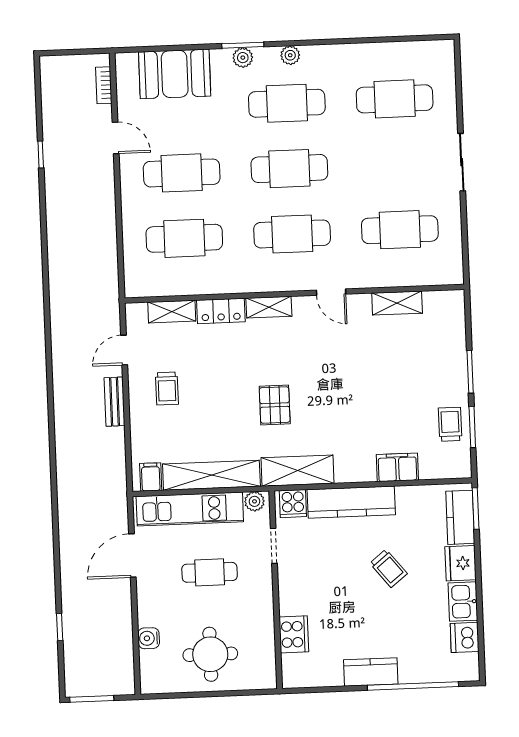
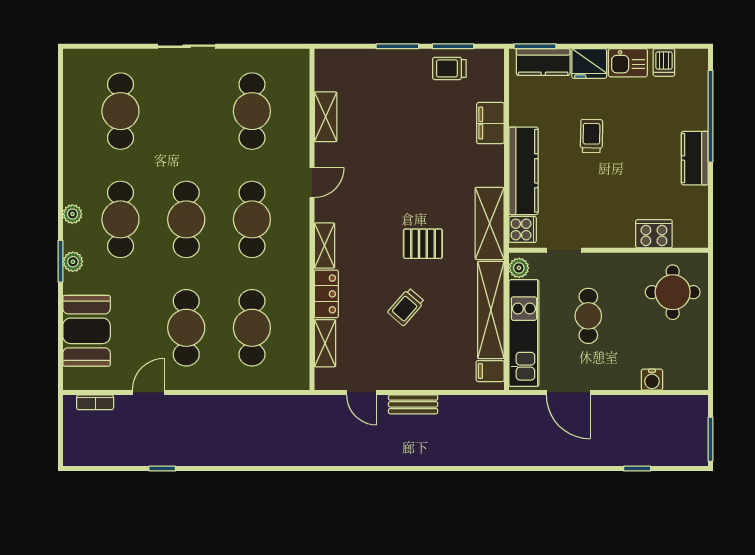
trolley: (167, 388) -> (406, 307), moved, turned 131
trolley: (389, 568) -> (591, 136), turned -50
dishwasher: (465, 637) -> (664, 62), width x0.73
round table: (210, 654) -> (673, 292), moved

